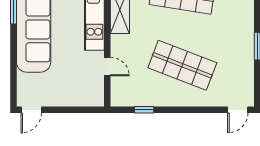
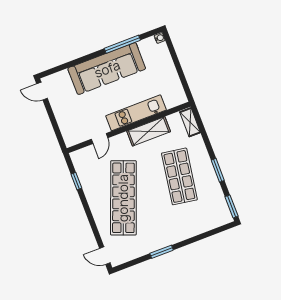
shop shelf: (182, 65) -> (123, 198), width x1.40

